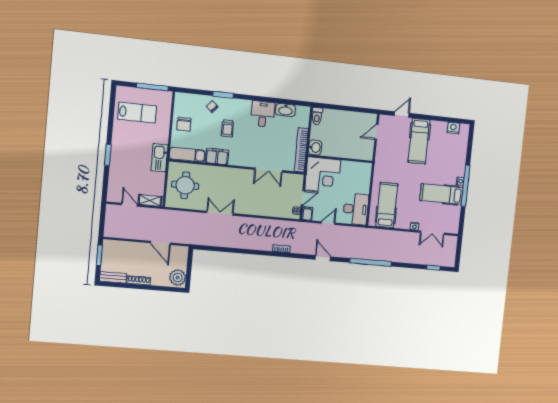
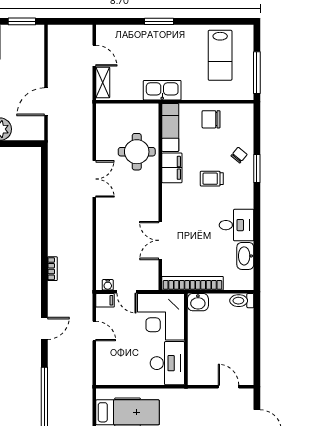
round table: (185, 185) -> (137, 152), moved
door: (129, 205) -> (94, 56), hinge flipped
desk: (356, 209) -> (167, 363), moved, turned -90

